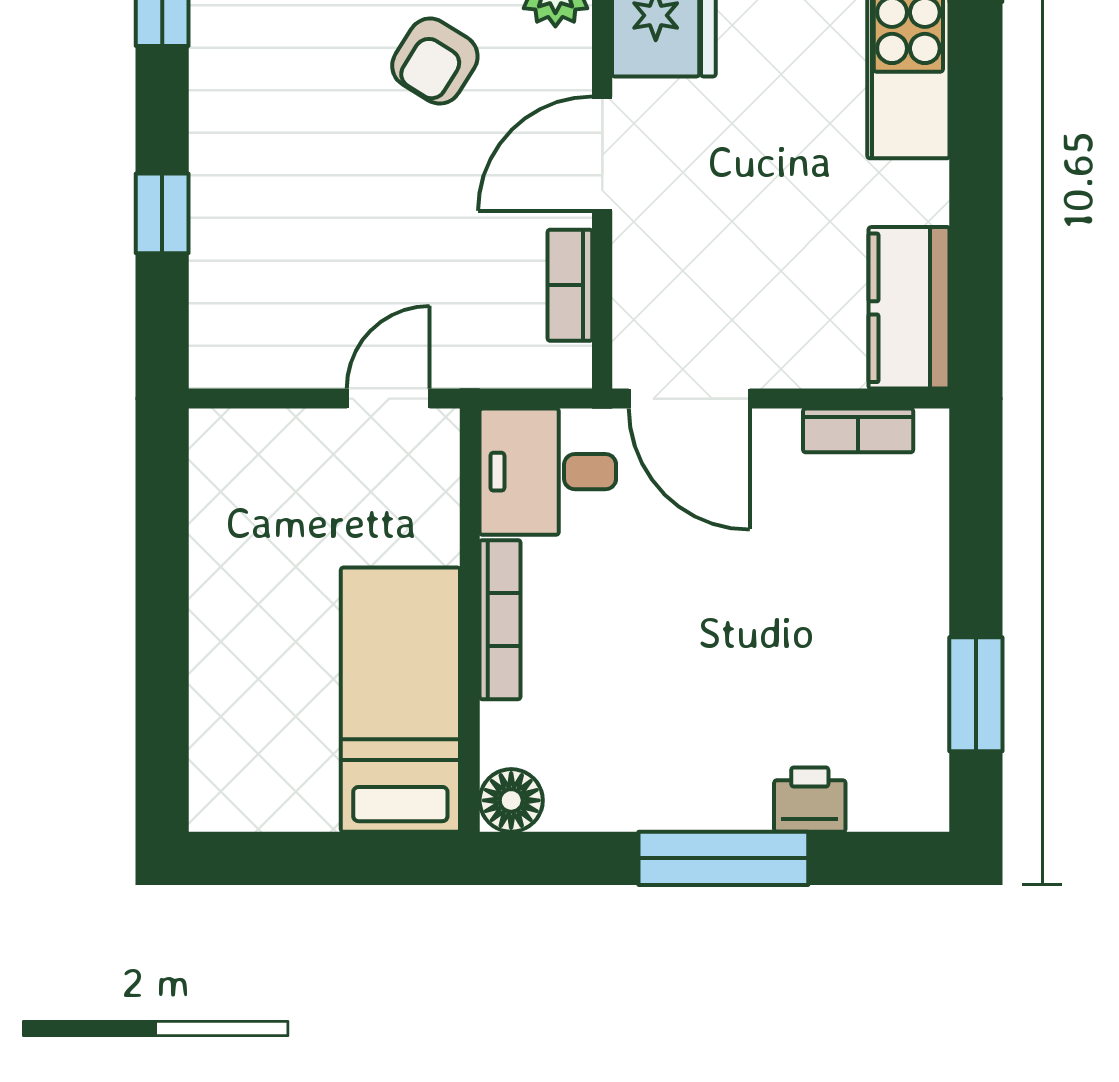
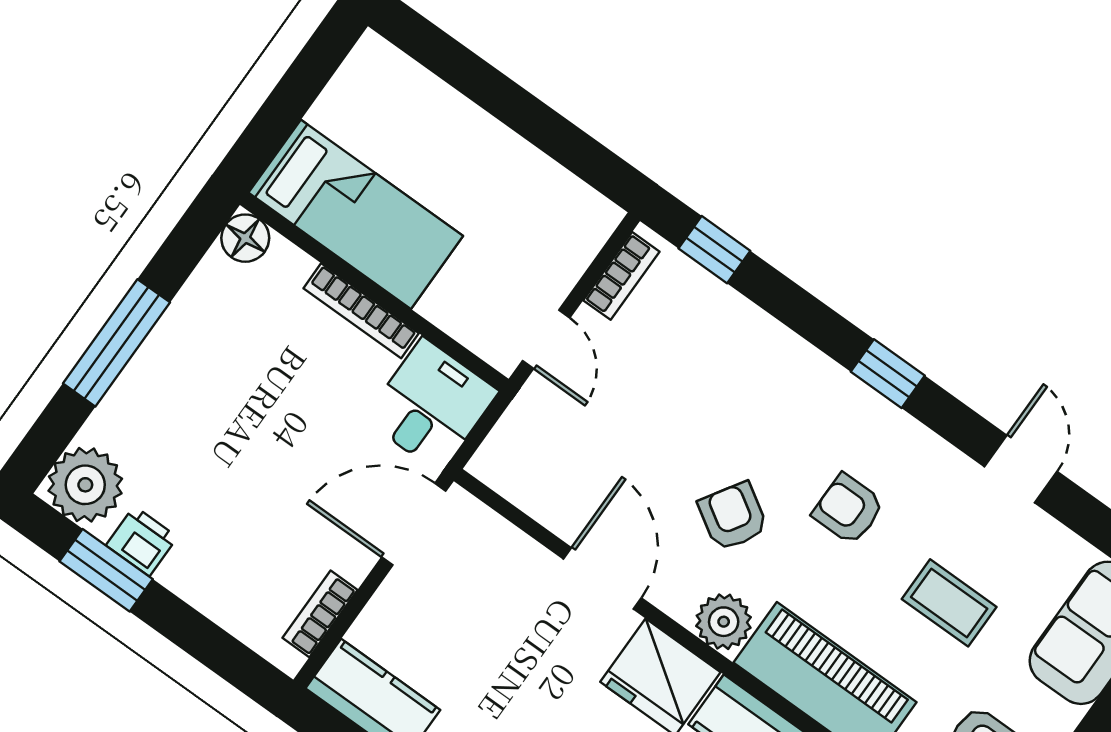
window: (162, 213) -> (714, 250), moved
bookcase: (570, 285) -> (621, 276), moved, turned 90
plant: (900, 782) -> (85, 485), added
printer: (810, 800) -> (142, 541), moved, turned -90

